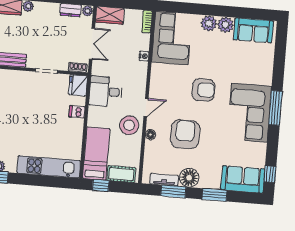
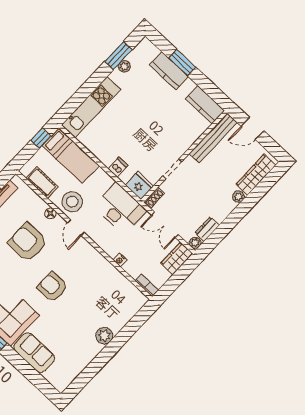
plant: (226, 25) -> (92, 349), removed
sofa: (253, 30) -> (34, 353), moved, turned 90
corner sofa: (172, 38) -> (117, 295), removed
armchair: (203, 90) -> (52, 287), turned 90
desk: (106, 92) -> (120, 208), width x1.37
armchair: (185, 134) -> (28, 242), turned 180
cot: (121, 174) -> (42, 182), moved, turned 90

